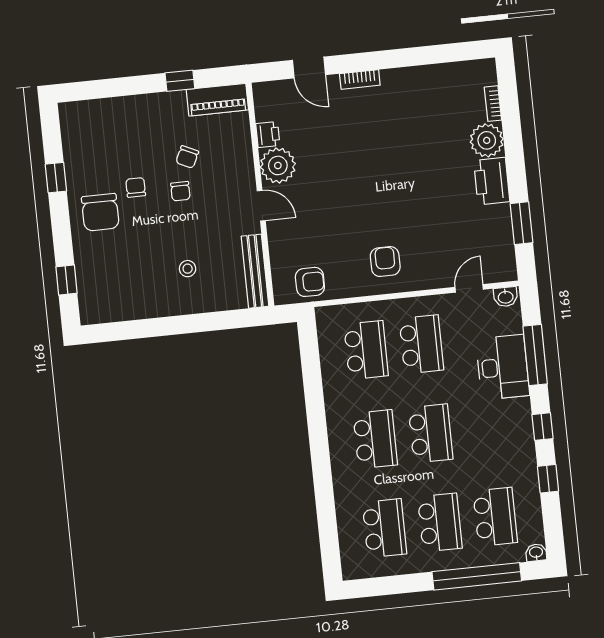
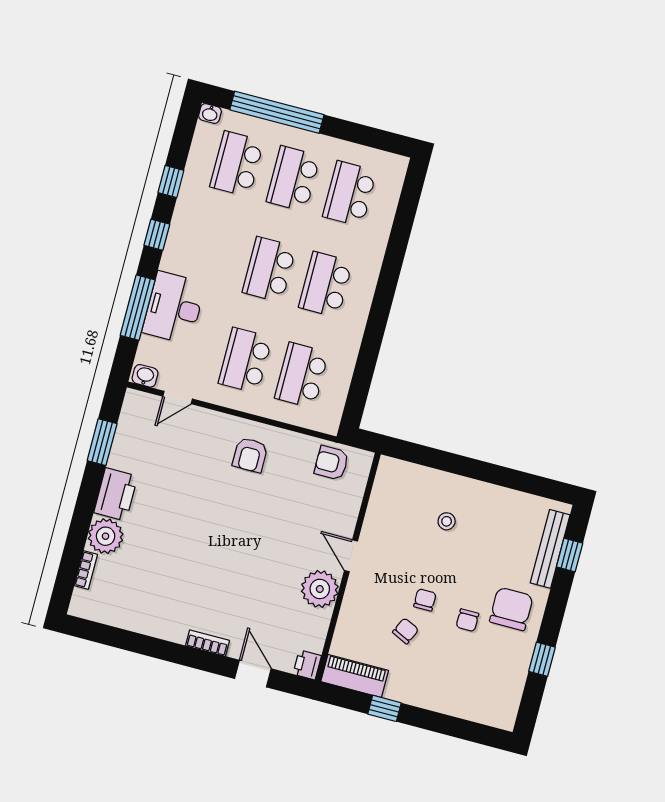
printer: (268, 135) -> (307, 665), moved
bench: (255, 271) -> (550, 549), moved

